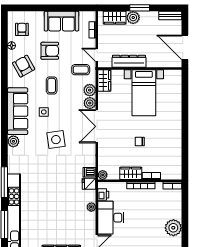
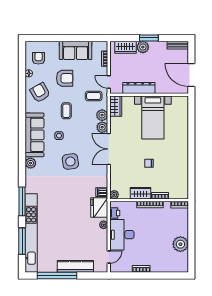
fridge: (89, 184) -> (99, 207), width x1.88, depth x1.34

